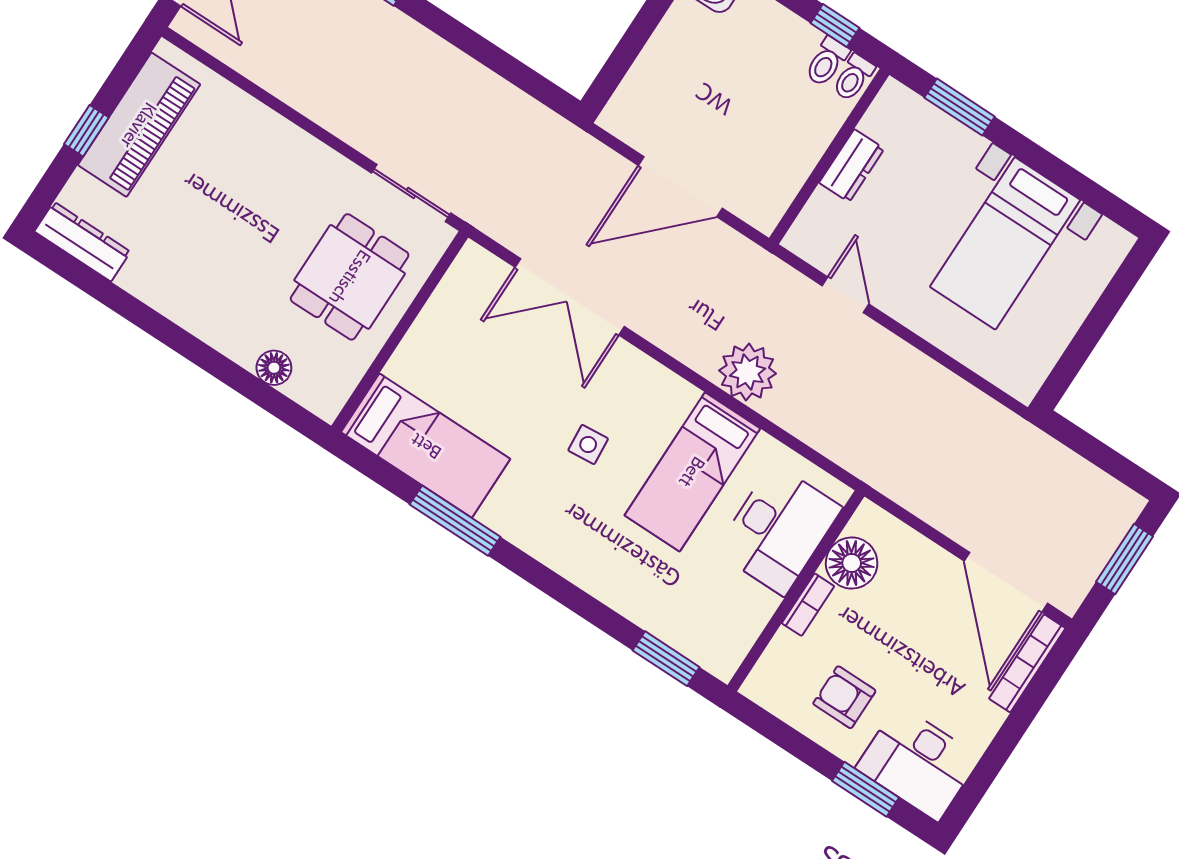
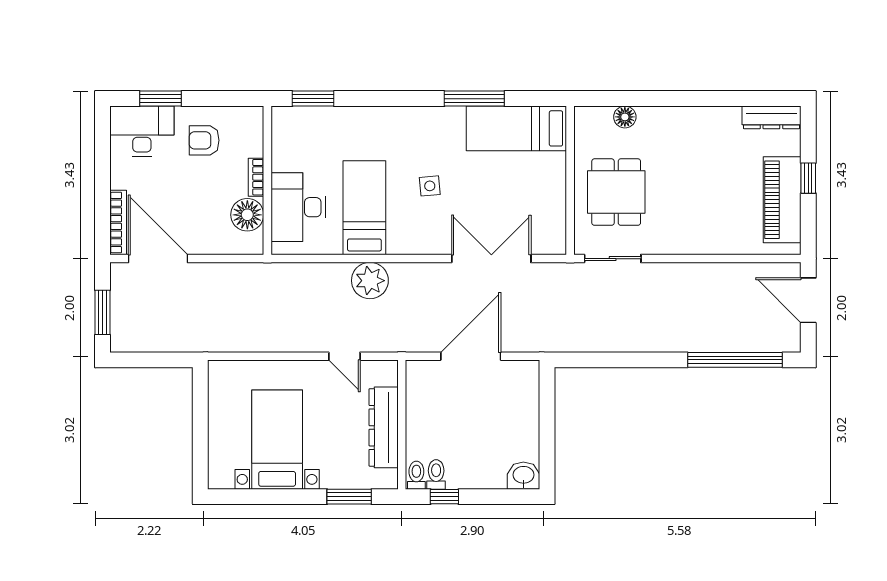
dresser: (852, 166) -> (384, 427), width x1.96, depth x1.24
armchair: (844, 697) -> (204, 140), turned 180

